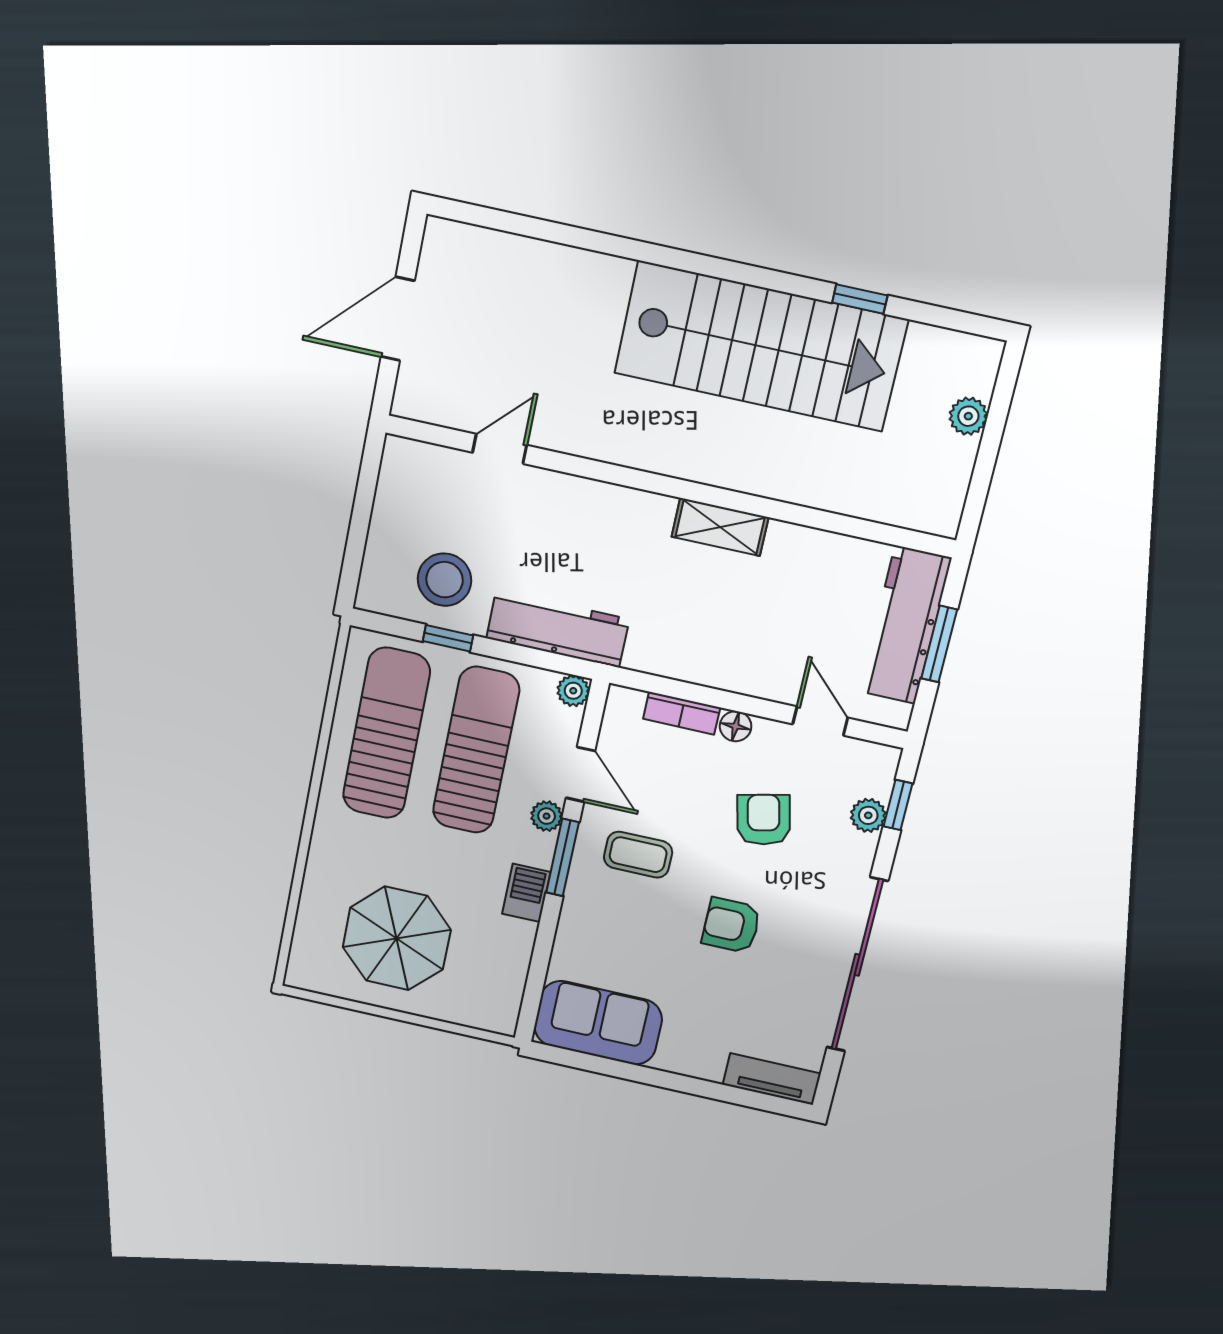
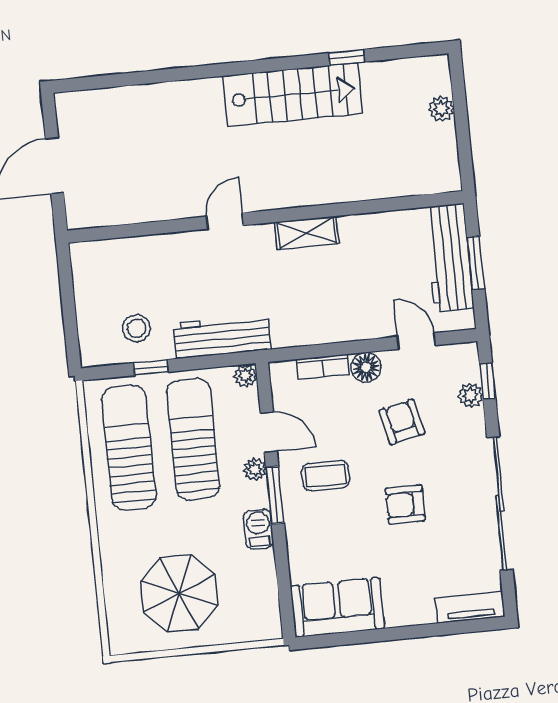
stairs: (761, 346) -> (293, 95), width x0.73, depth x0.66
door: (500, 449) -> (225, 221), moved
stool: (445, 580) -> (136, 328), width x0.73, depth x0.73
floor lamp: (736, 726) -> (366, 367), width x1.37, depth x1.37

